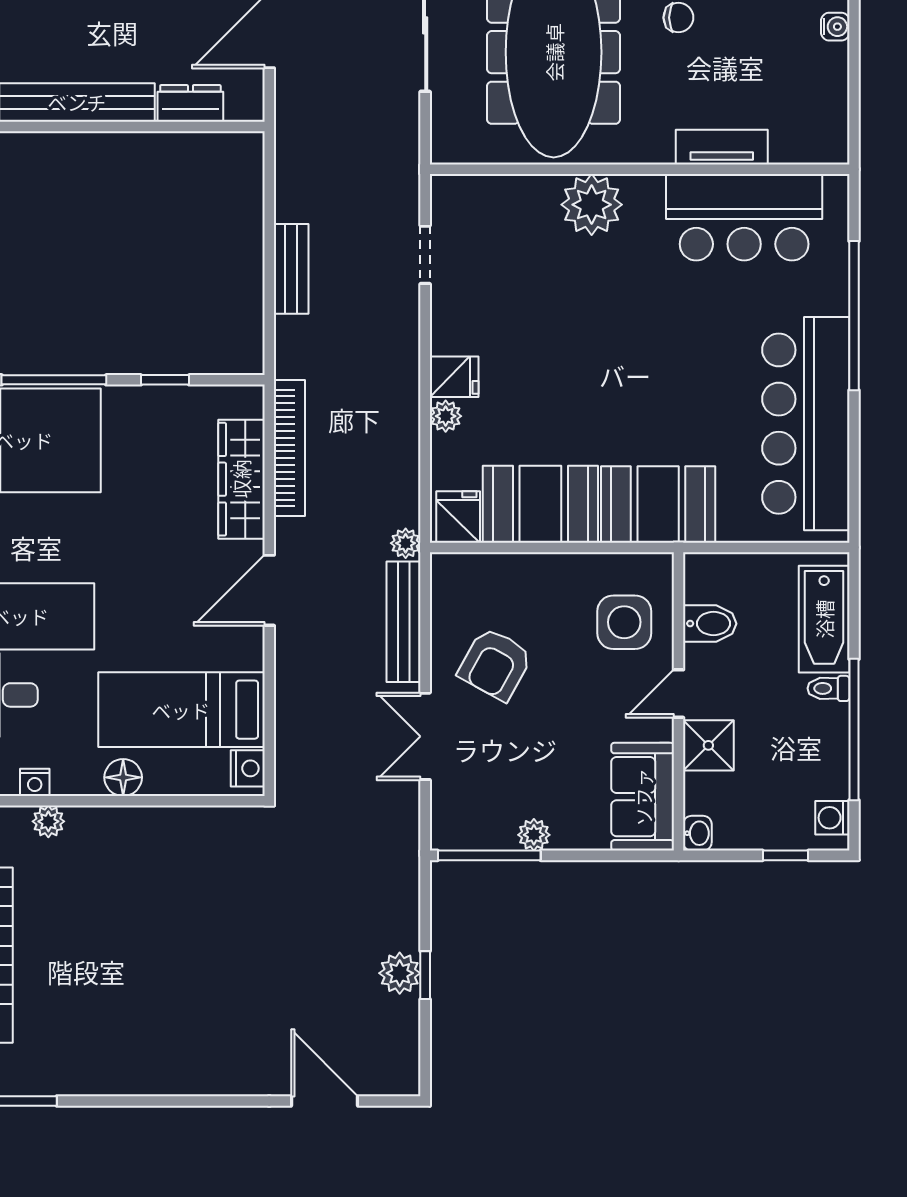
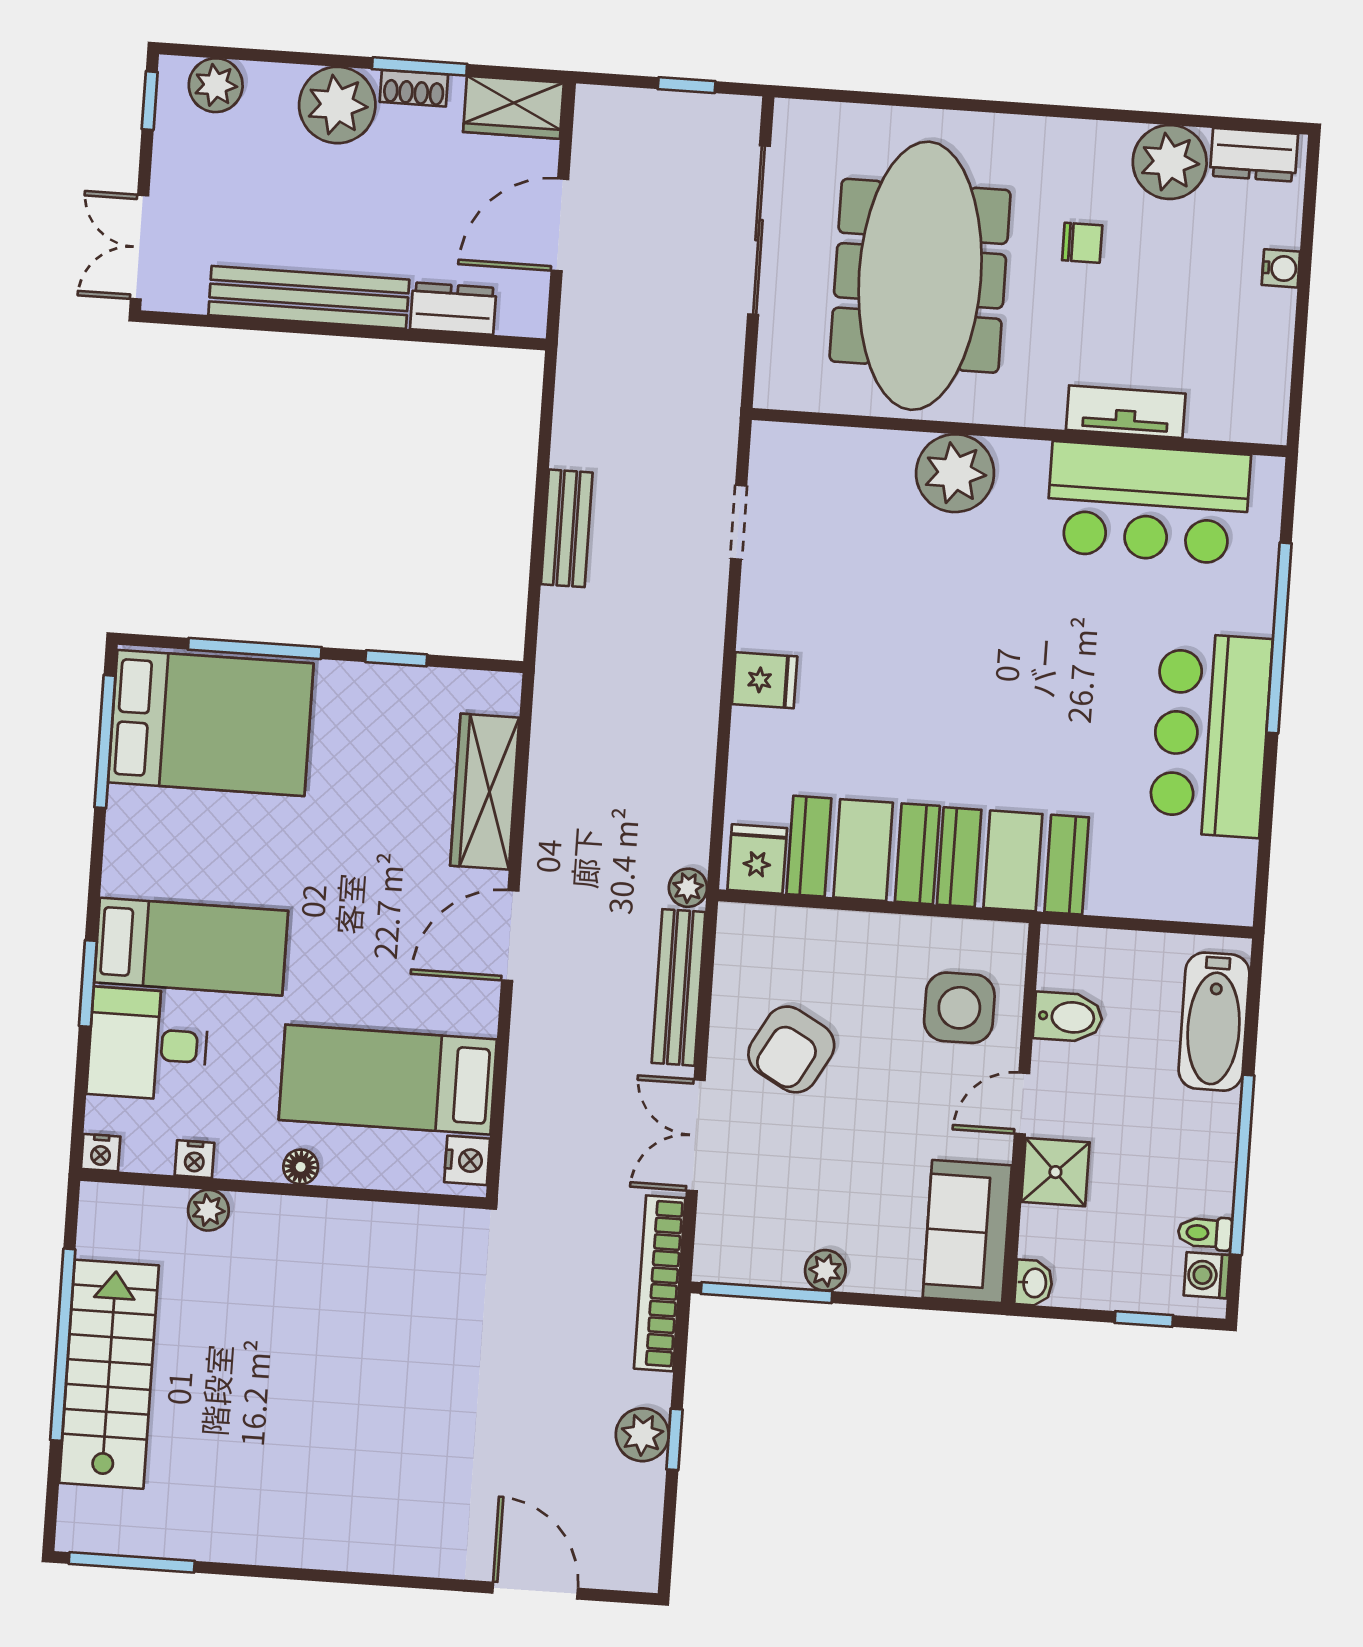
plant: (446, 416) -> (750, 729), removed
bar counter: (806, 424) -> (1211, 735), width x0.73
bookcase: (289, 448) -> (660, 1283), moved, turned 180
toilet: (828, 688) -> (1205, 1233), moved
floor lamp: (123, 777) -> (301, 1167), width x0.73, depth x0.73

